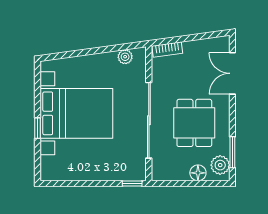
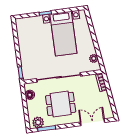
bed with nightstands: (76, 113) -> (63, 34), width x0.73
floor lamp: (198, 173) -> (30, 95), moved

